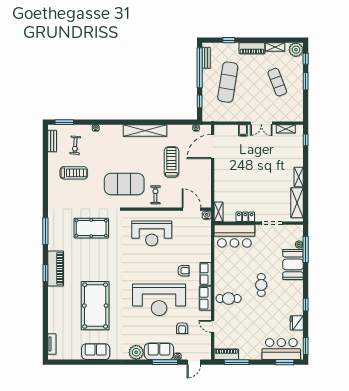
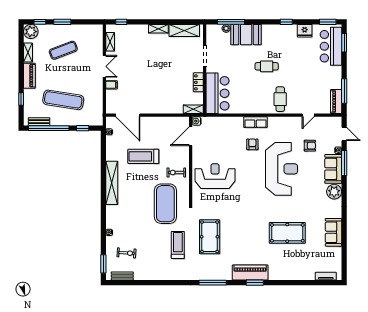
treadmill: (74, 173) -> (178, 245), moved
reception desk: (152, 233) -> (215, 176), turned -90
row of seats: (205, 298) -> (280, 122), removed
pool table: (95, 306) -> (287, 233), width x0.73, depth x0.76

